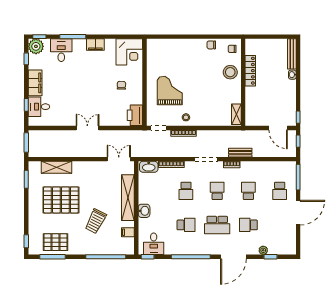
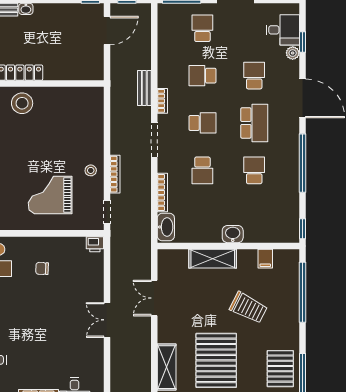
shelving: (236, 114) -> (86, 94), removed
printer: (135, 115) -> (95, 244), width x0.53, depth x0.68
double door: (119, 159) -> (154, 298), moved
school desk: (186, 191) -> (202, 170), turned 90
school desk: (217, 191) -> (202, 123), turned 180
school desk: (280, 191) -> (202, 28), turned -90
shelving: (128, 198) -> (213, 259), width x0.68
school desk: (248, 225) -> (254, 76), turned 180
desk: (154, 244) -> (283, 30), moved

